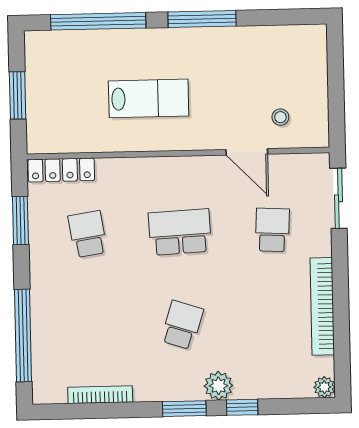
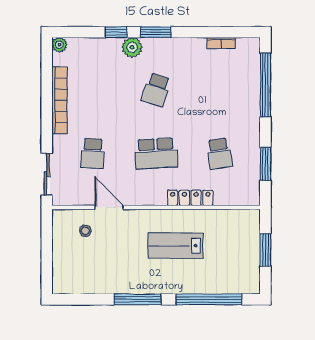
locker: (61, 170) -> (190, 198), moved
bookcase: (100, 395) -> (221, 43), width x0.64

